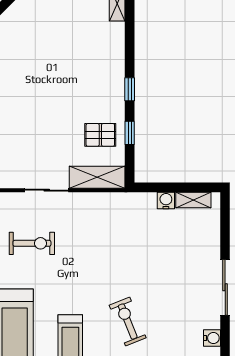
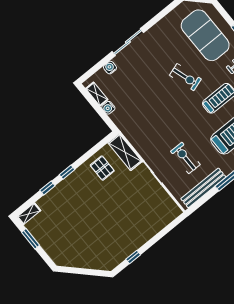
window: (130, 133) -> (47, 188), moved
exercise bike: (128, 322) -> (185, 77), turned -86
water cooler: (212, 338) -> (110, 68), moved

